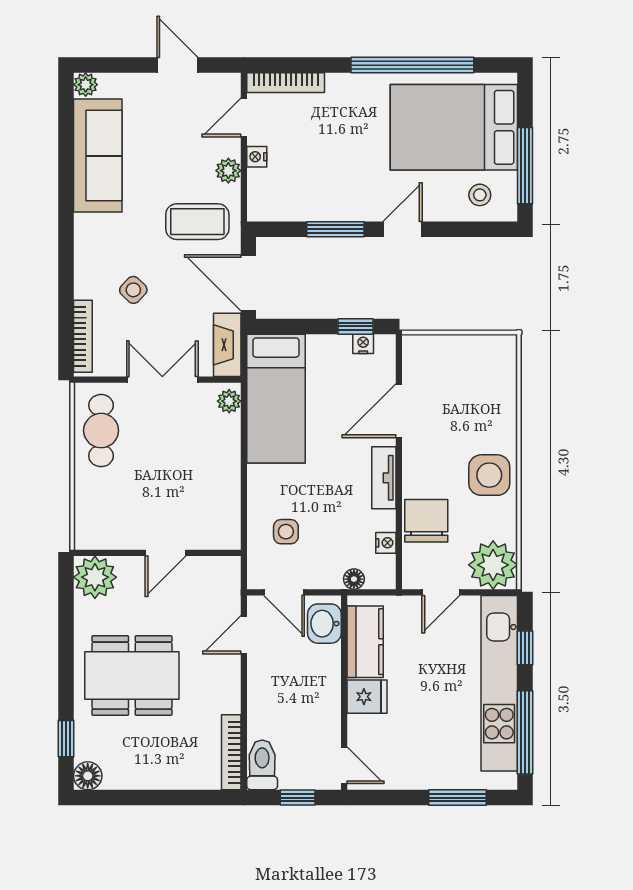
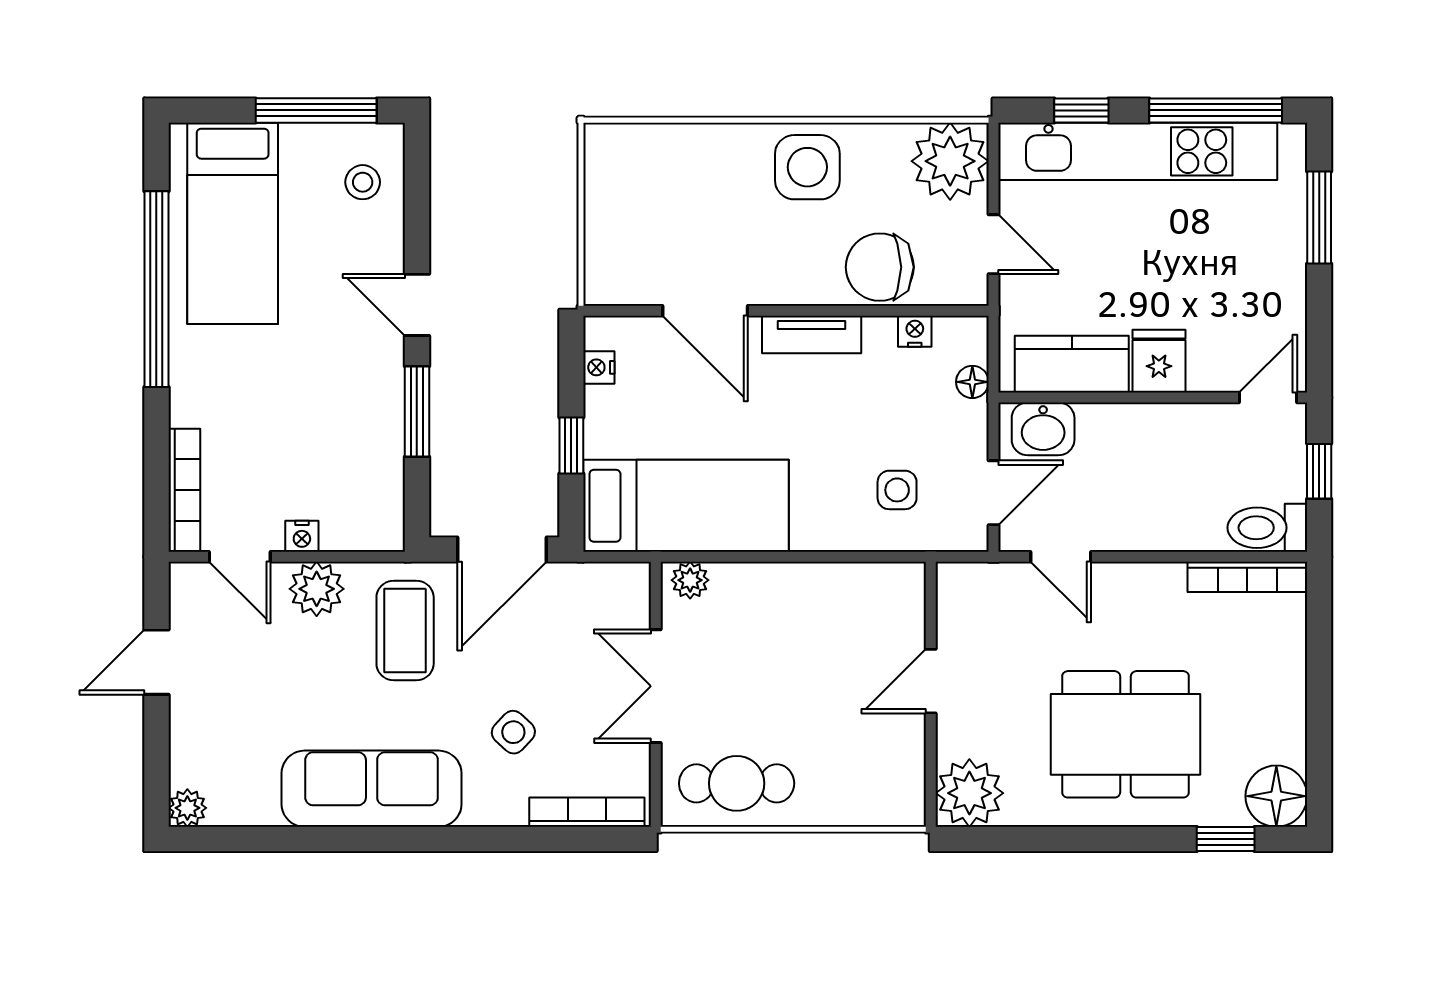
bed: (454, 127) -> (233, 223), width x0.67
sofa: (98, 156) -> (372, 789), moved
plant: (228, 171) -> (317, 589), width x1.38, depth x1.38
window: (355, 326) -> (571, 446), moved
fireplace: (227, 345) -> (601, 583), removed
door: (165, 553) -> (931, 681), swing flipped
dining table: (132, 676) -> (1126, 734), turned 90
floor lamp: (88, 776) -> (1276, 796), width x1.38, depth x1.38

